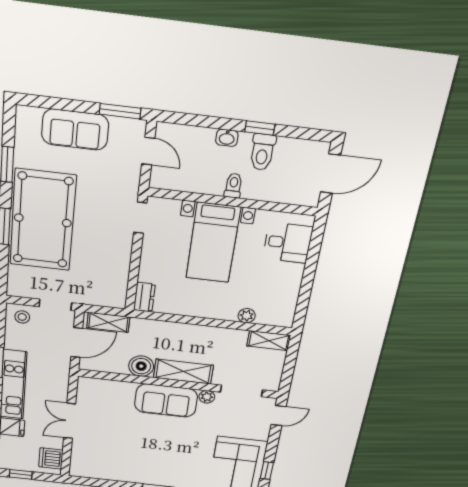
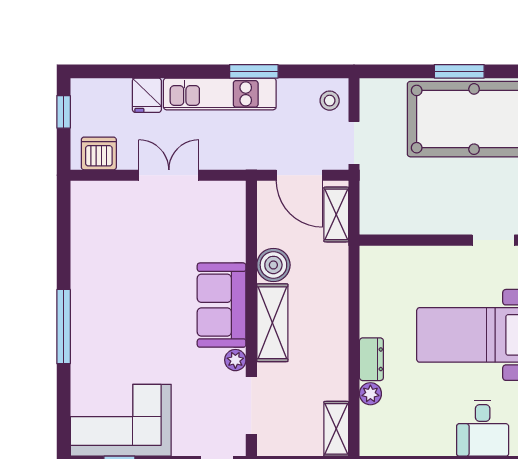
dresser: (144, 297) -> (371, 359), moved, turned -90

